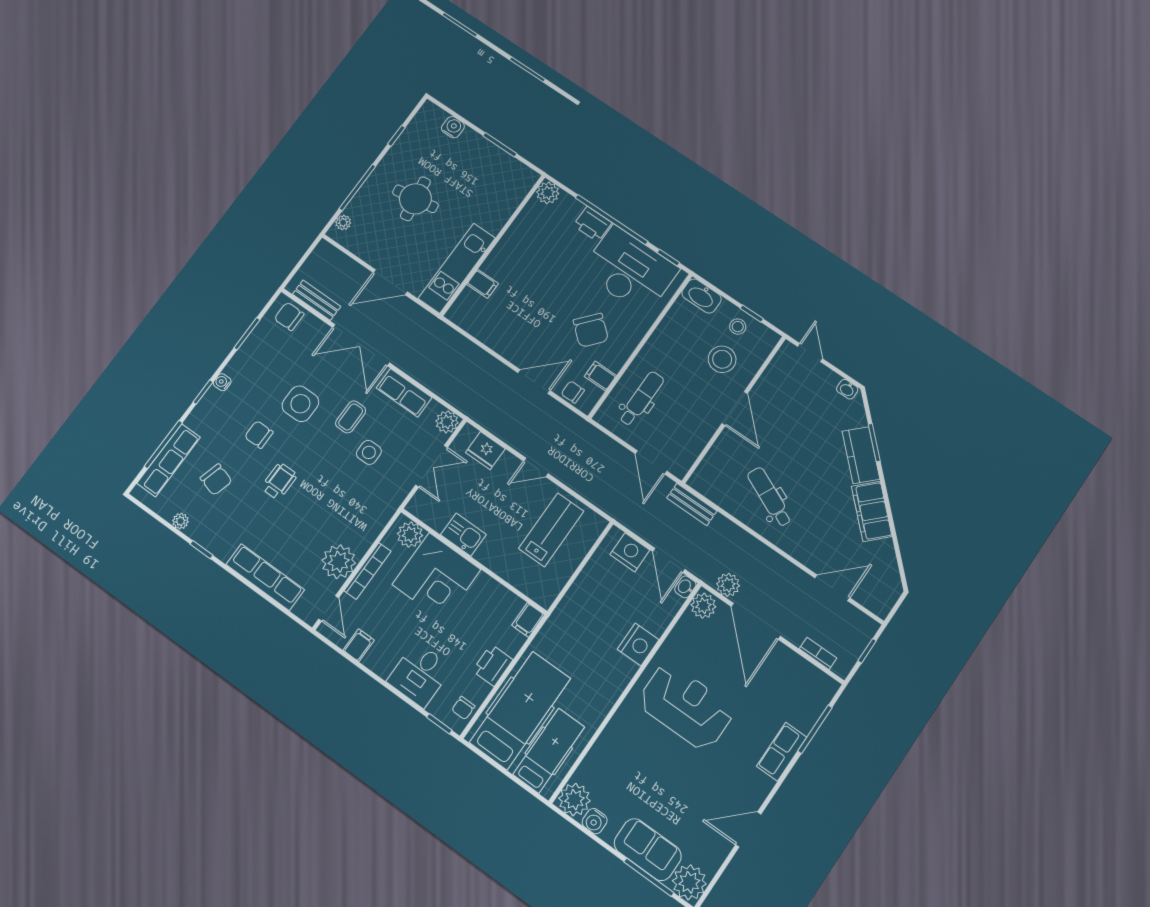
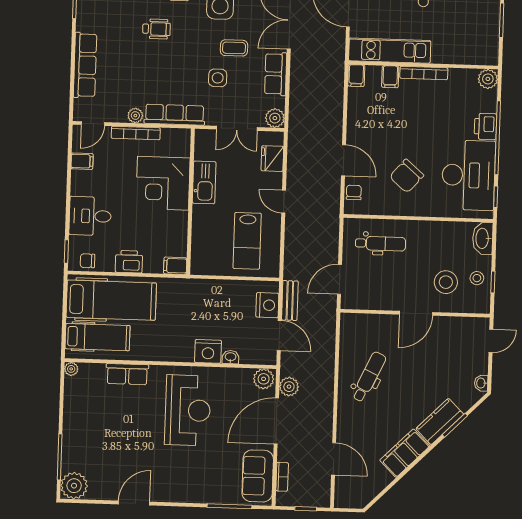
bookcase: (501, 250) -> (424, 73), added
filing cabinet: (600, 376) -> (356, 76), moved, turned 180
bench: (692, 504) -> (290, 301), moved
row of seats: (376, 520) -> (175, 115), added
lab bench: (551, 530) -> (247, 241), turned 90
plant: (410, 535) -> (180, 145), removed
kitchen sink: (463, 535) -> (204, 182), width x1.38
door: (669, 560) -> (279, 335), swing flipped
plant: (339, 562) -> (135, 116), width x0.53, depth x0.53
washbasin: (685, 587) -> (231, 357), moved
row of seats: (782, 752) -> (127, 374), moved, turned 180
plant: (574, 800) -> (71, 369), width x0.53, depth x0.53
water cooler: (595, 821) -> (72, 398), removed
door: (748, 829) -> (134, 503), hinge flipped
sofa: (648, 850) -> (258, 476), moved, turned 180

